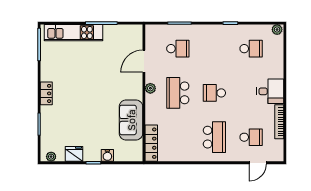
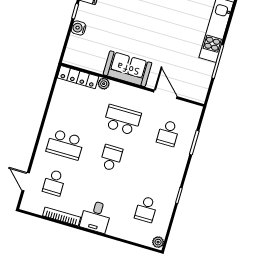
plant: (150, 88) -> (104, 84), moved
sofa: (131, 120) -> (128, 69), moved

